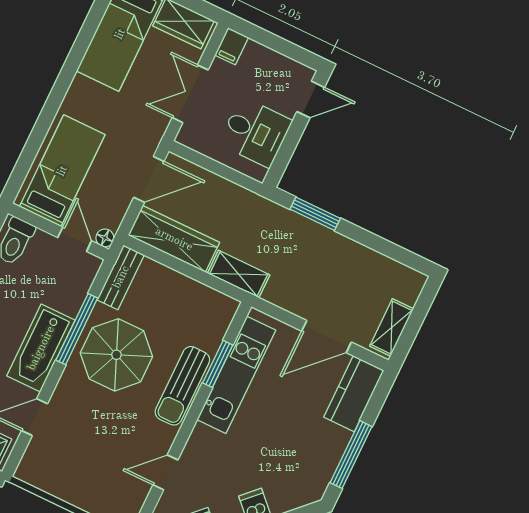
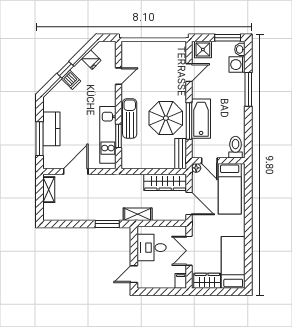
double door: (190, 94) -> (189, 251), swing flipped
door: (149, 179) -> (189, 204), swing flipped
shelving: (239, 274) -> (138, 214), moved
bathtub: (41, 348) -> (201, 119), moved
kitchen counter: (354, 394) -> (51, 129), moved
window: (351, 455) -> (39, 139), moved

